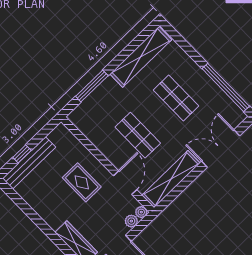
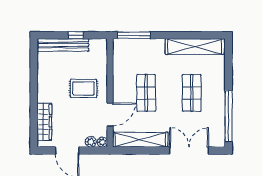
window: (92, 86) -> (134, 35), moved
window: (22, 154) -> (76, 35), moved
rug: (82, 182) -> (84, 88), turned 90

